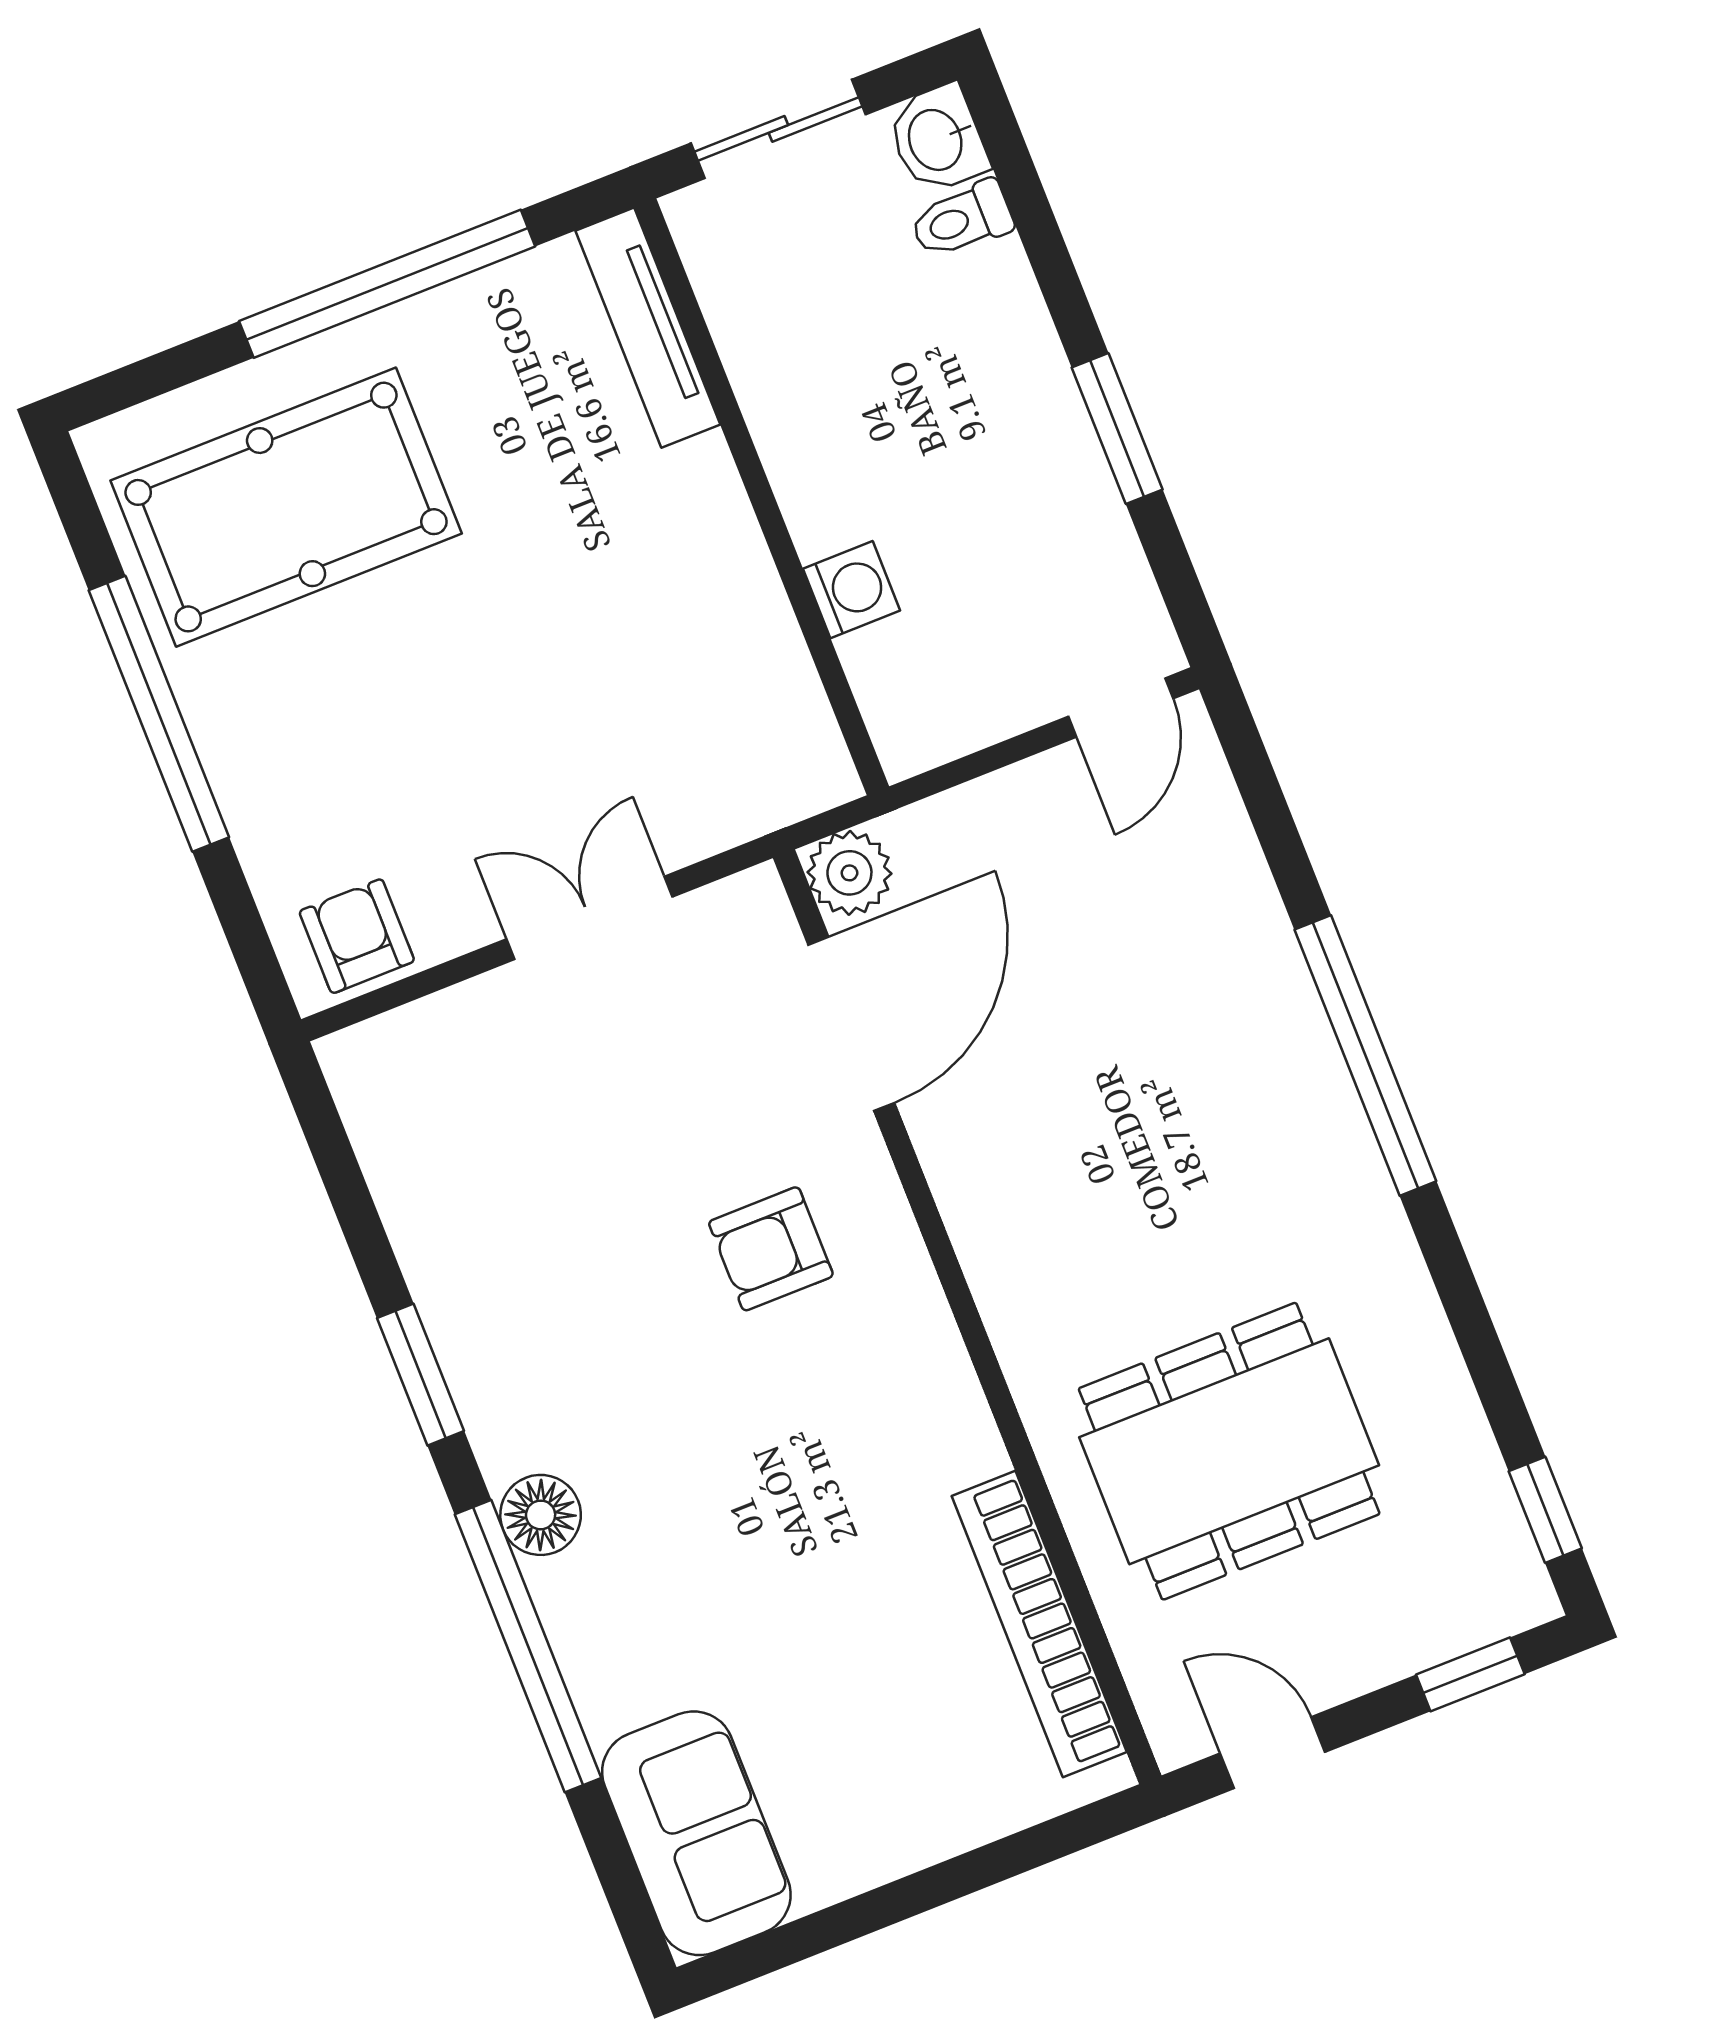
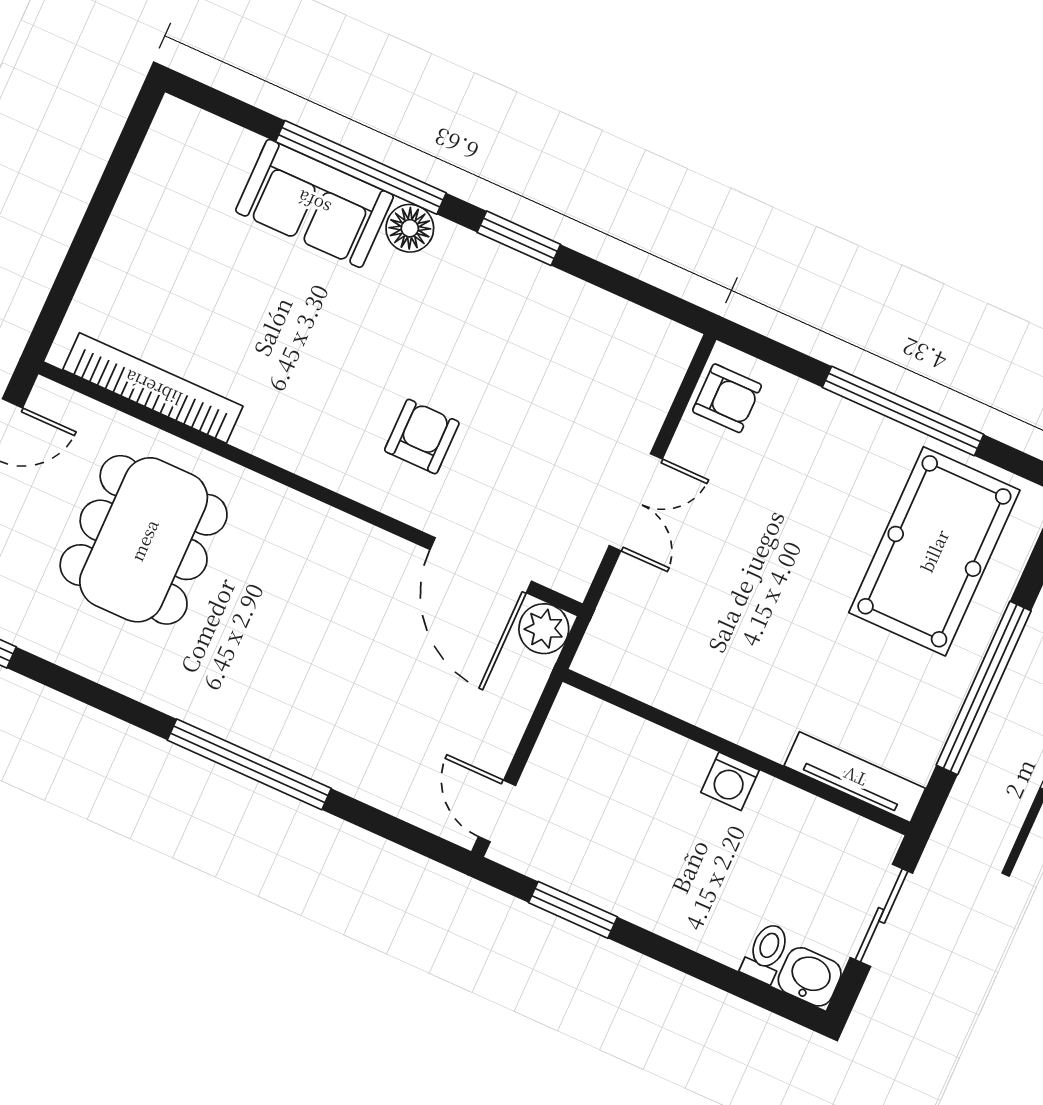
window: (1117, 429) -> (573, 910), moved
washing machine: (851, 590) -> (730, 781), moved
sofa: (696, 1833) -> (314, 203), moved

